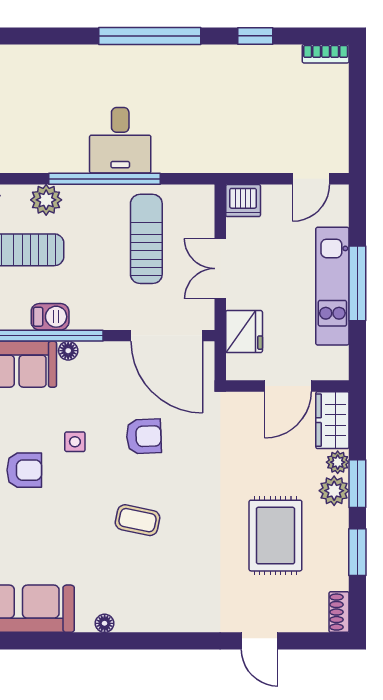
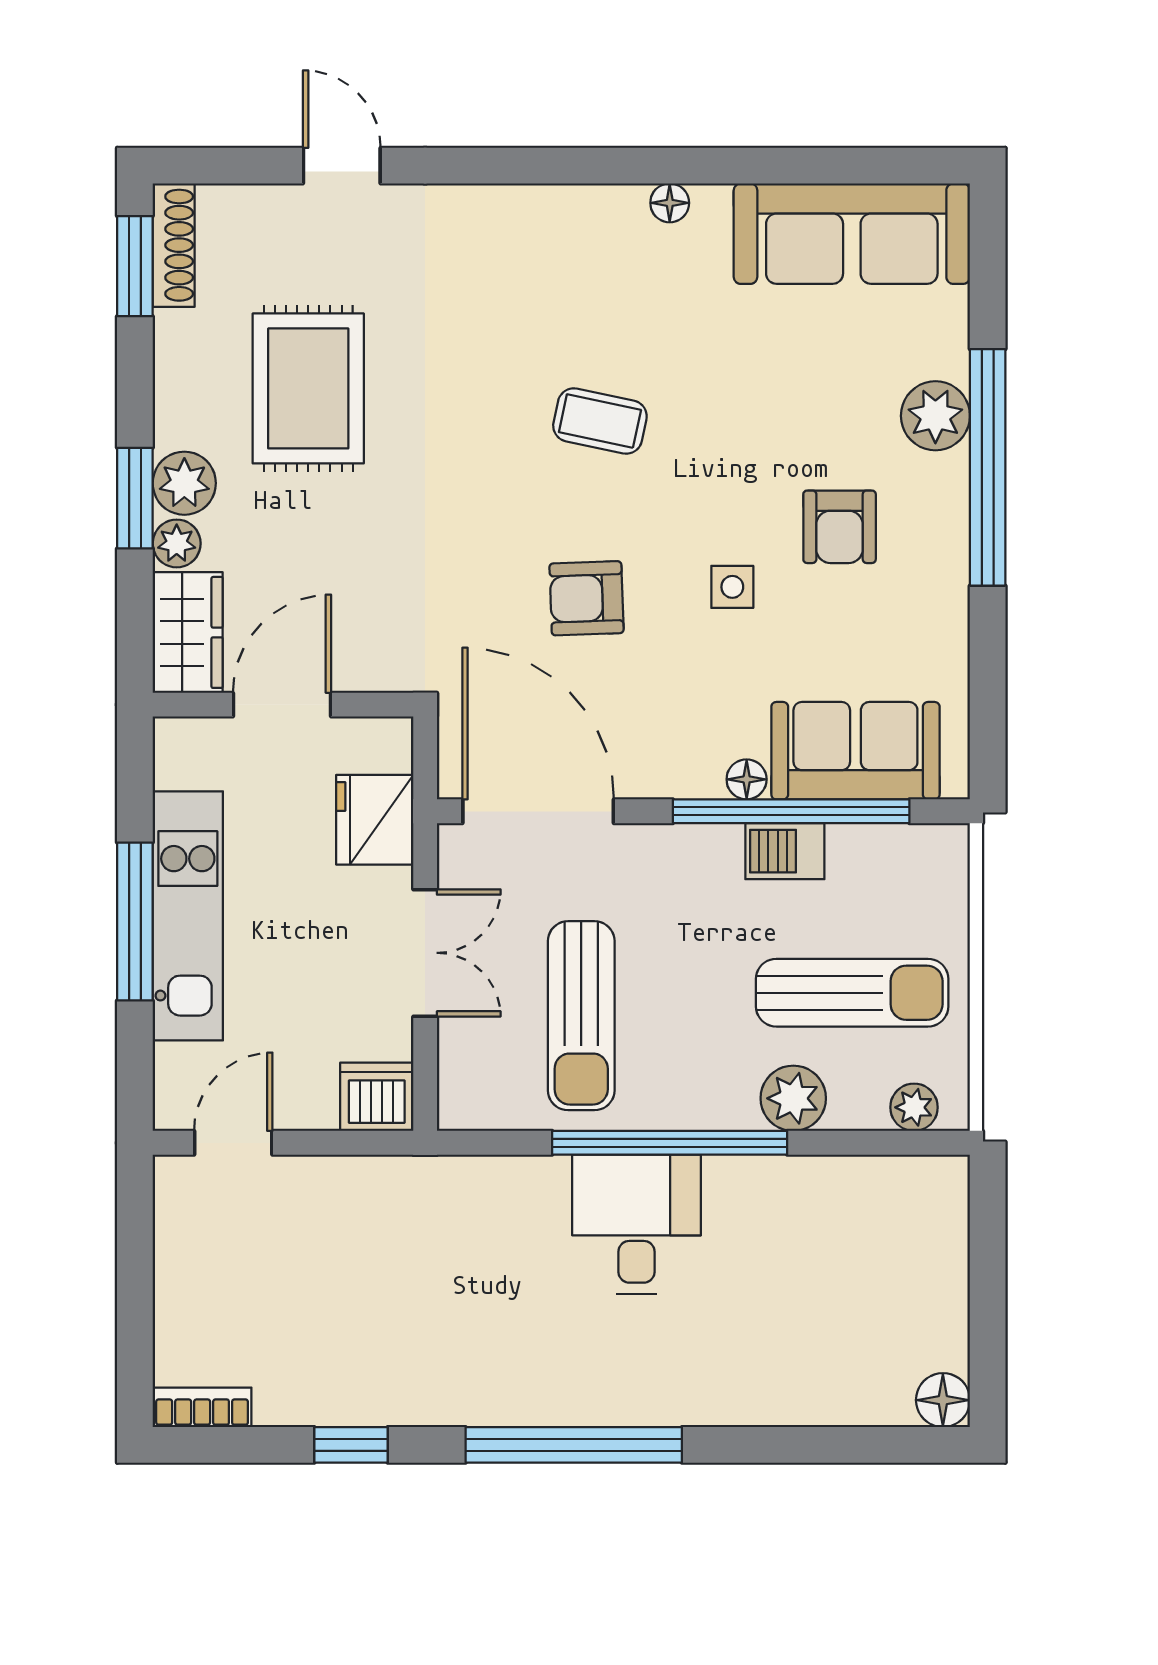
armchair: (24, 470) -> (840, 527), turned -90
window: (357, 552) -> (135, 266), moved
shoe rack: (339, 612) -> (174, 245), width x1.43

